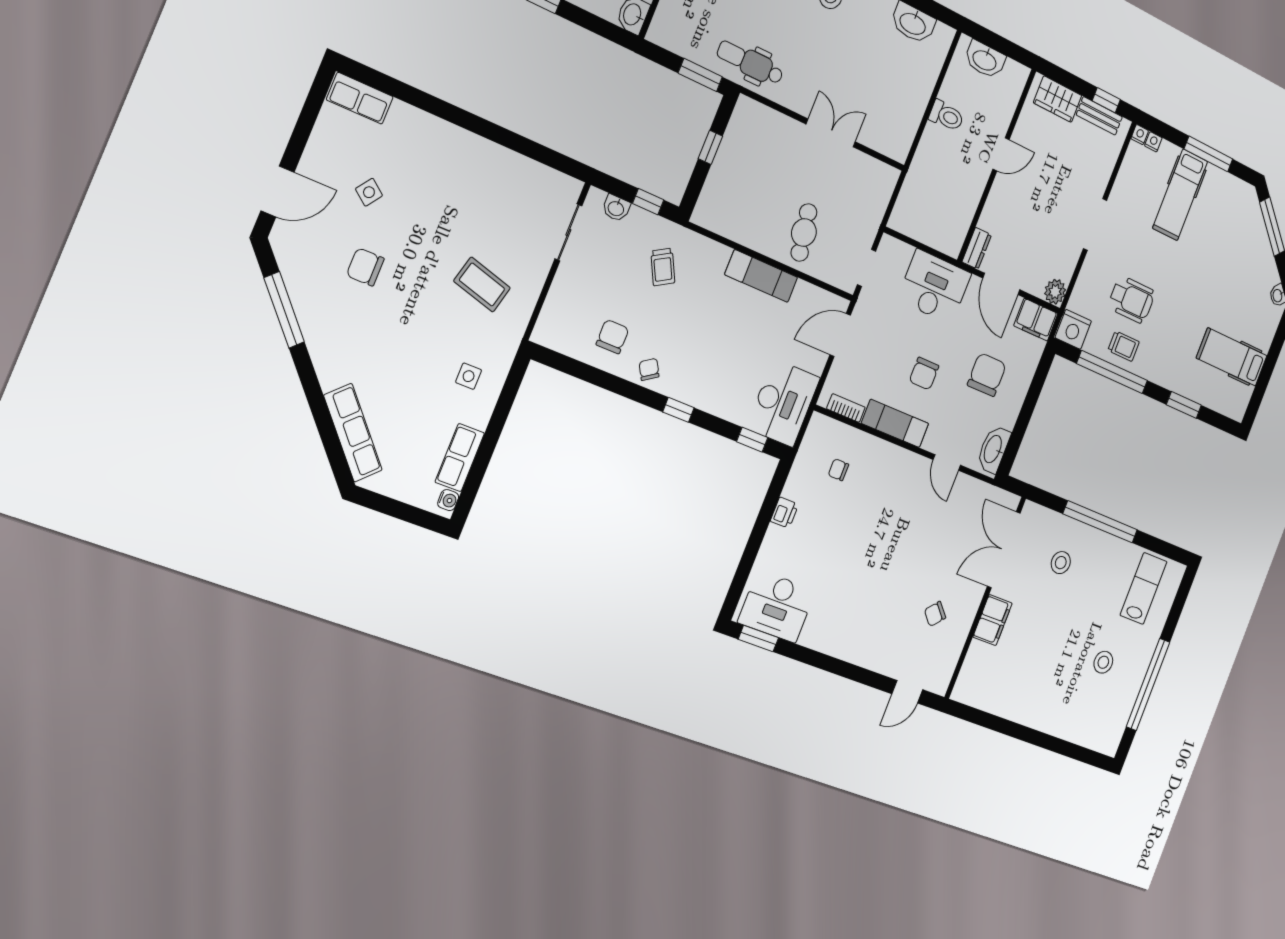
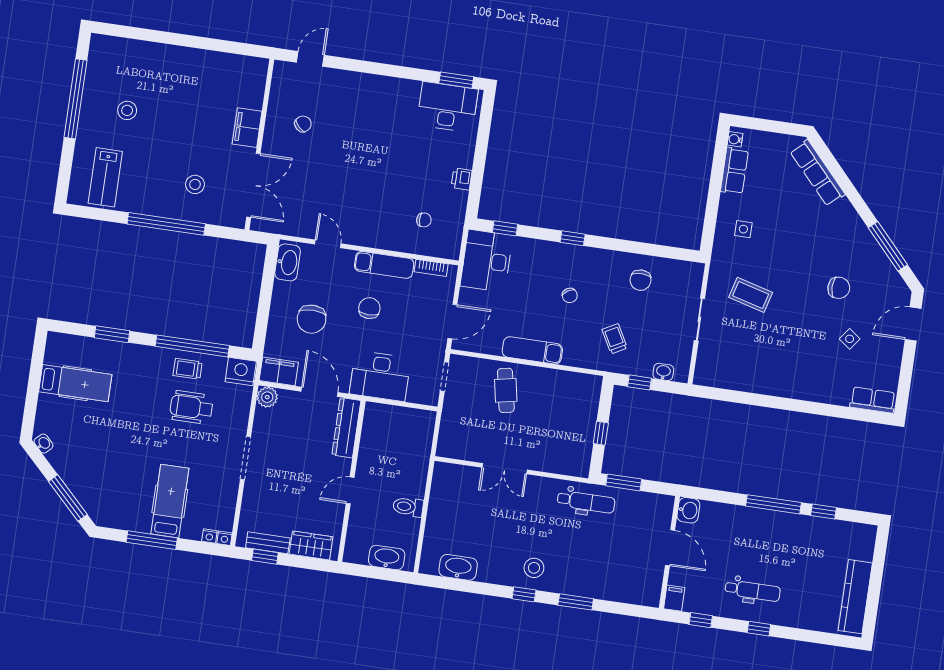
sliding door: (568, 232) -> (699, 319), moved
dresser: (977, 248) -> (346, 428), width x1.96, depth x1.24
chair: (649, 369) -> (570, 295), moved

